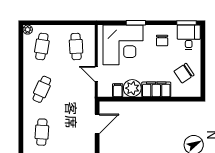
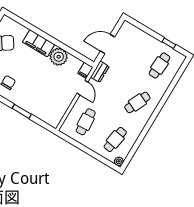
corner desk: (123, 45) -> (44, 99), removed
filing cabinet: (118, 90) -> (85, 70), moved
dresser: (90, 96) -> (100, 72), added

